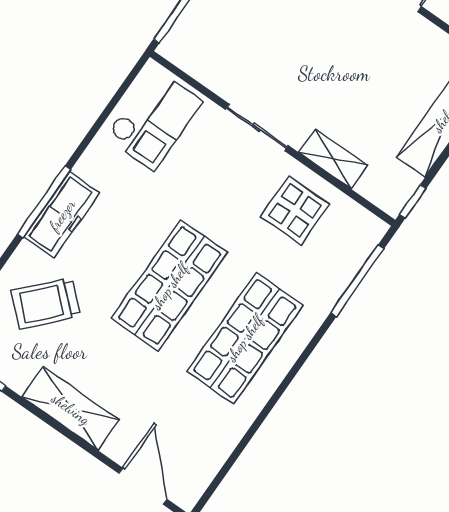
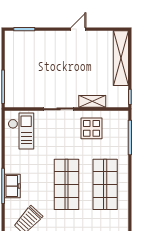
freezer: (62, 215) -> (12, 186), width x0.71

